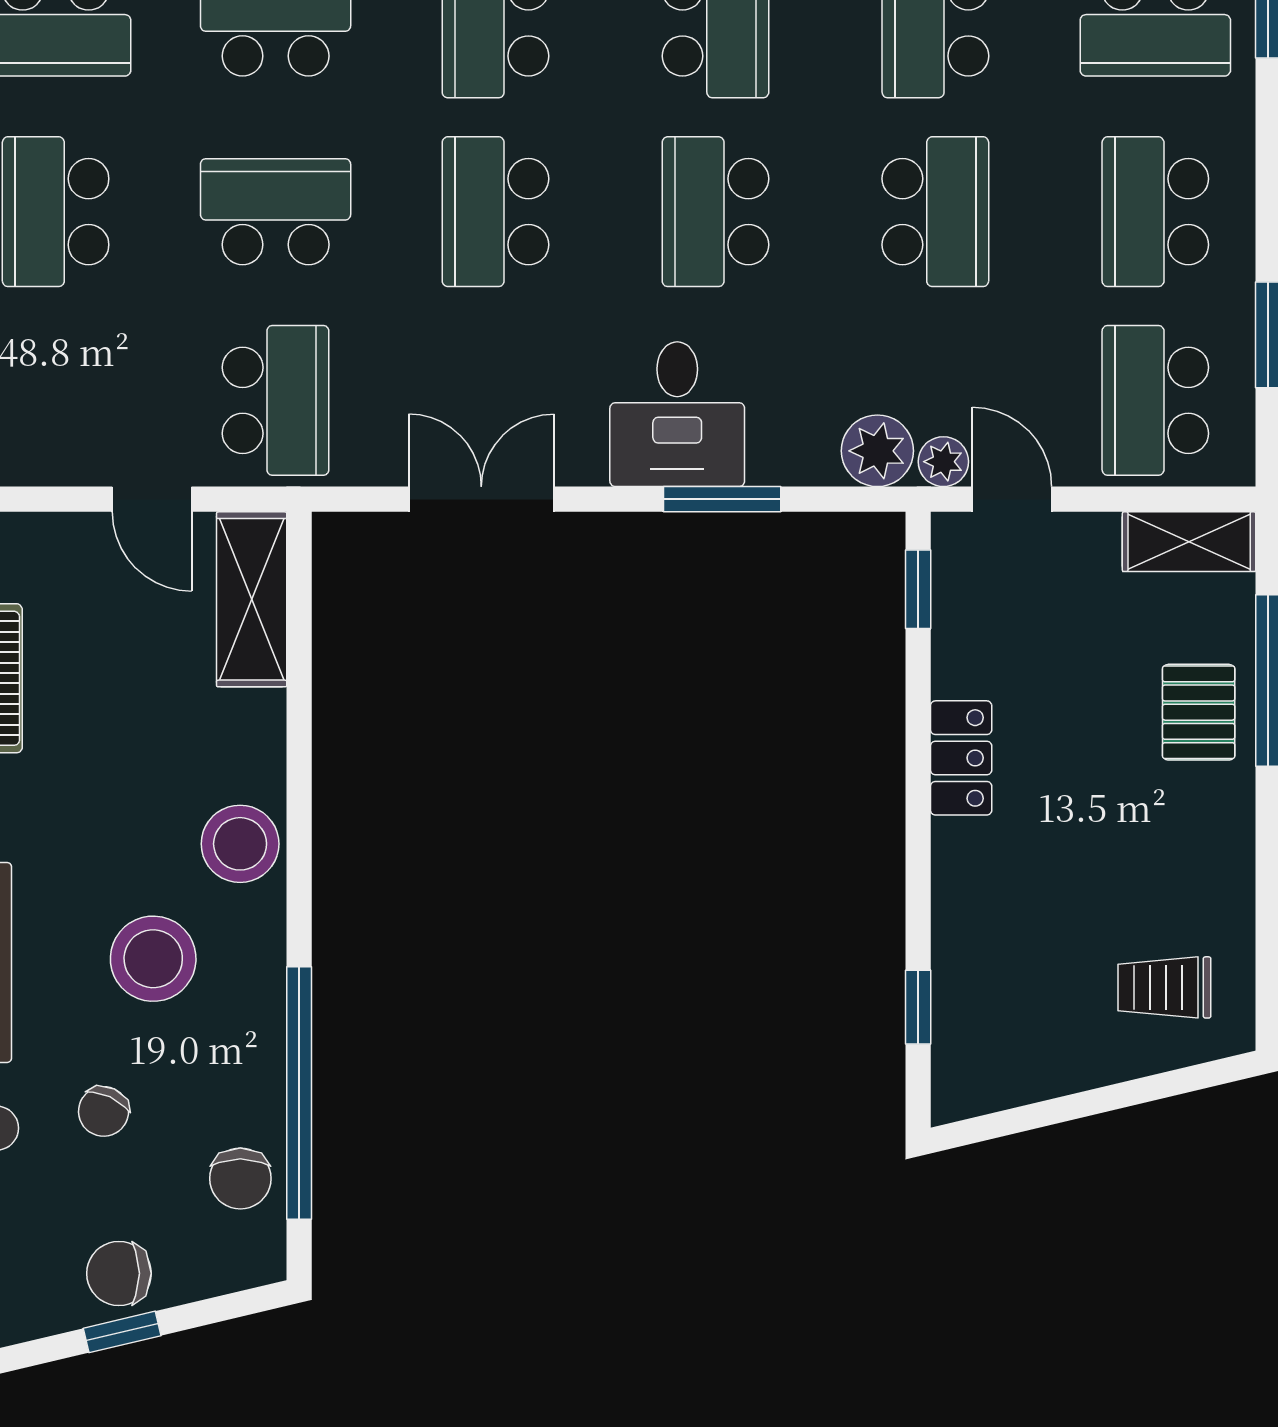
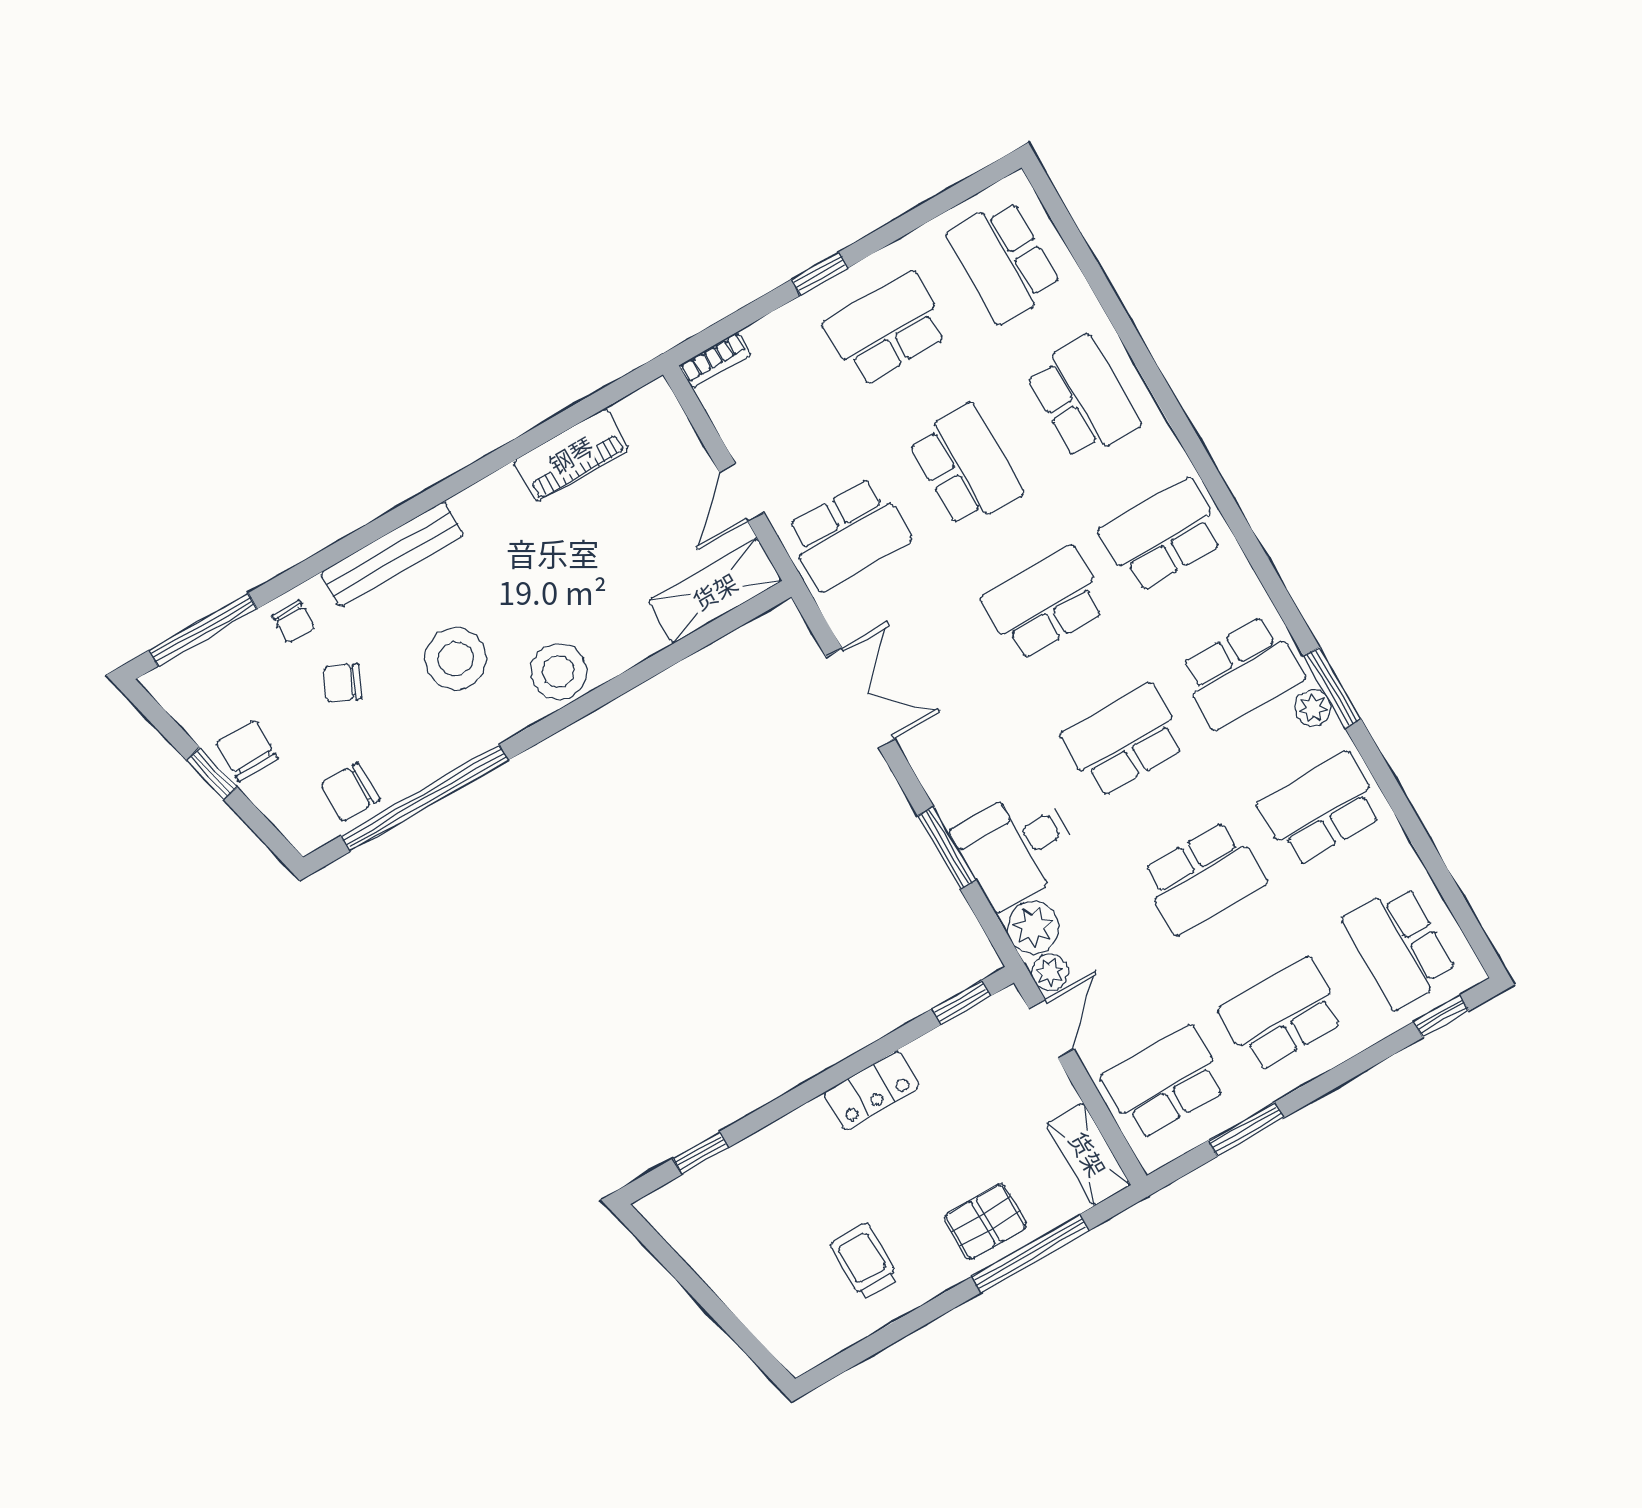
desk: (677, 414) -> (1017, 847), moved
trolley: (1164, 987) -> (864, 1262), moved

